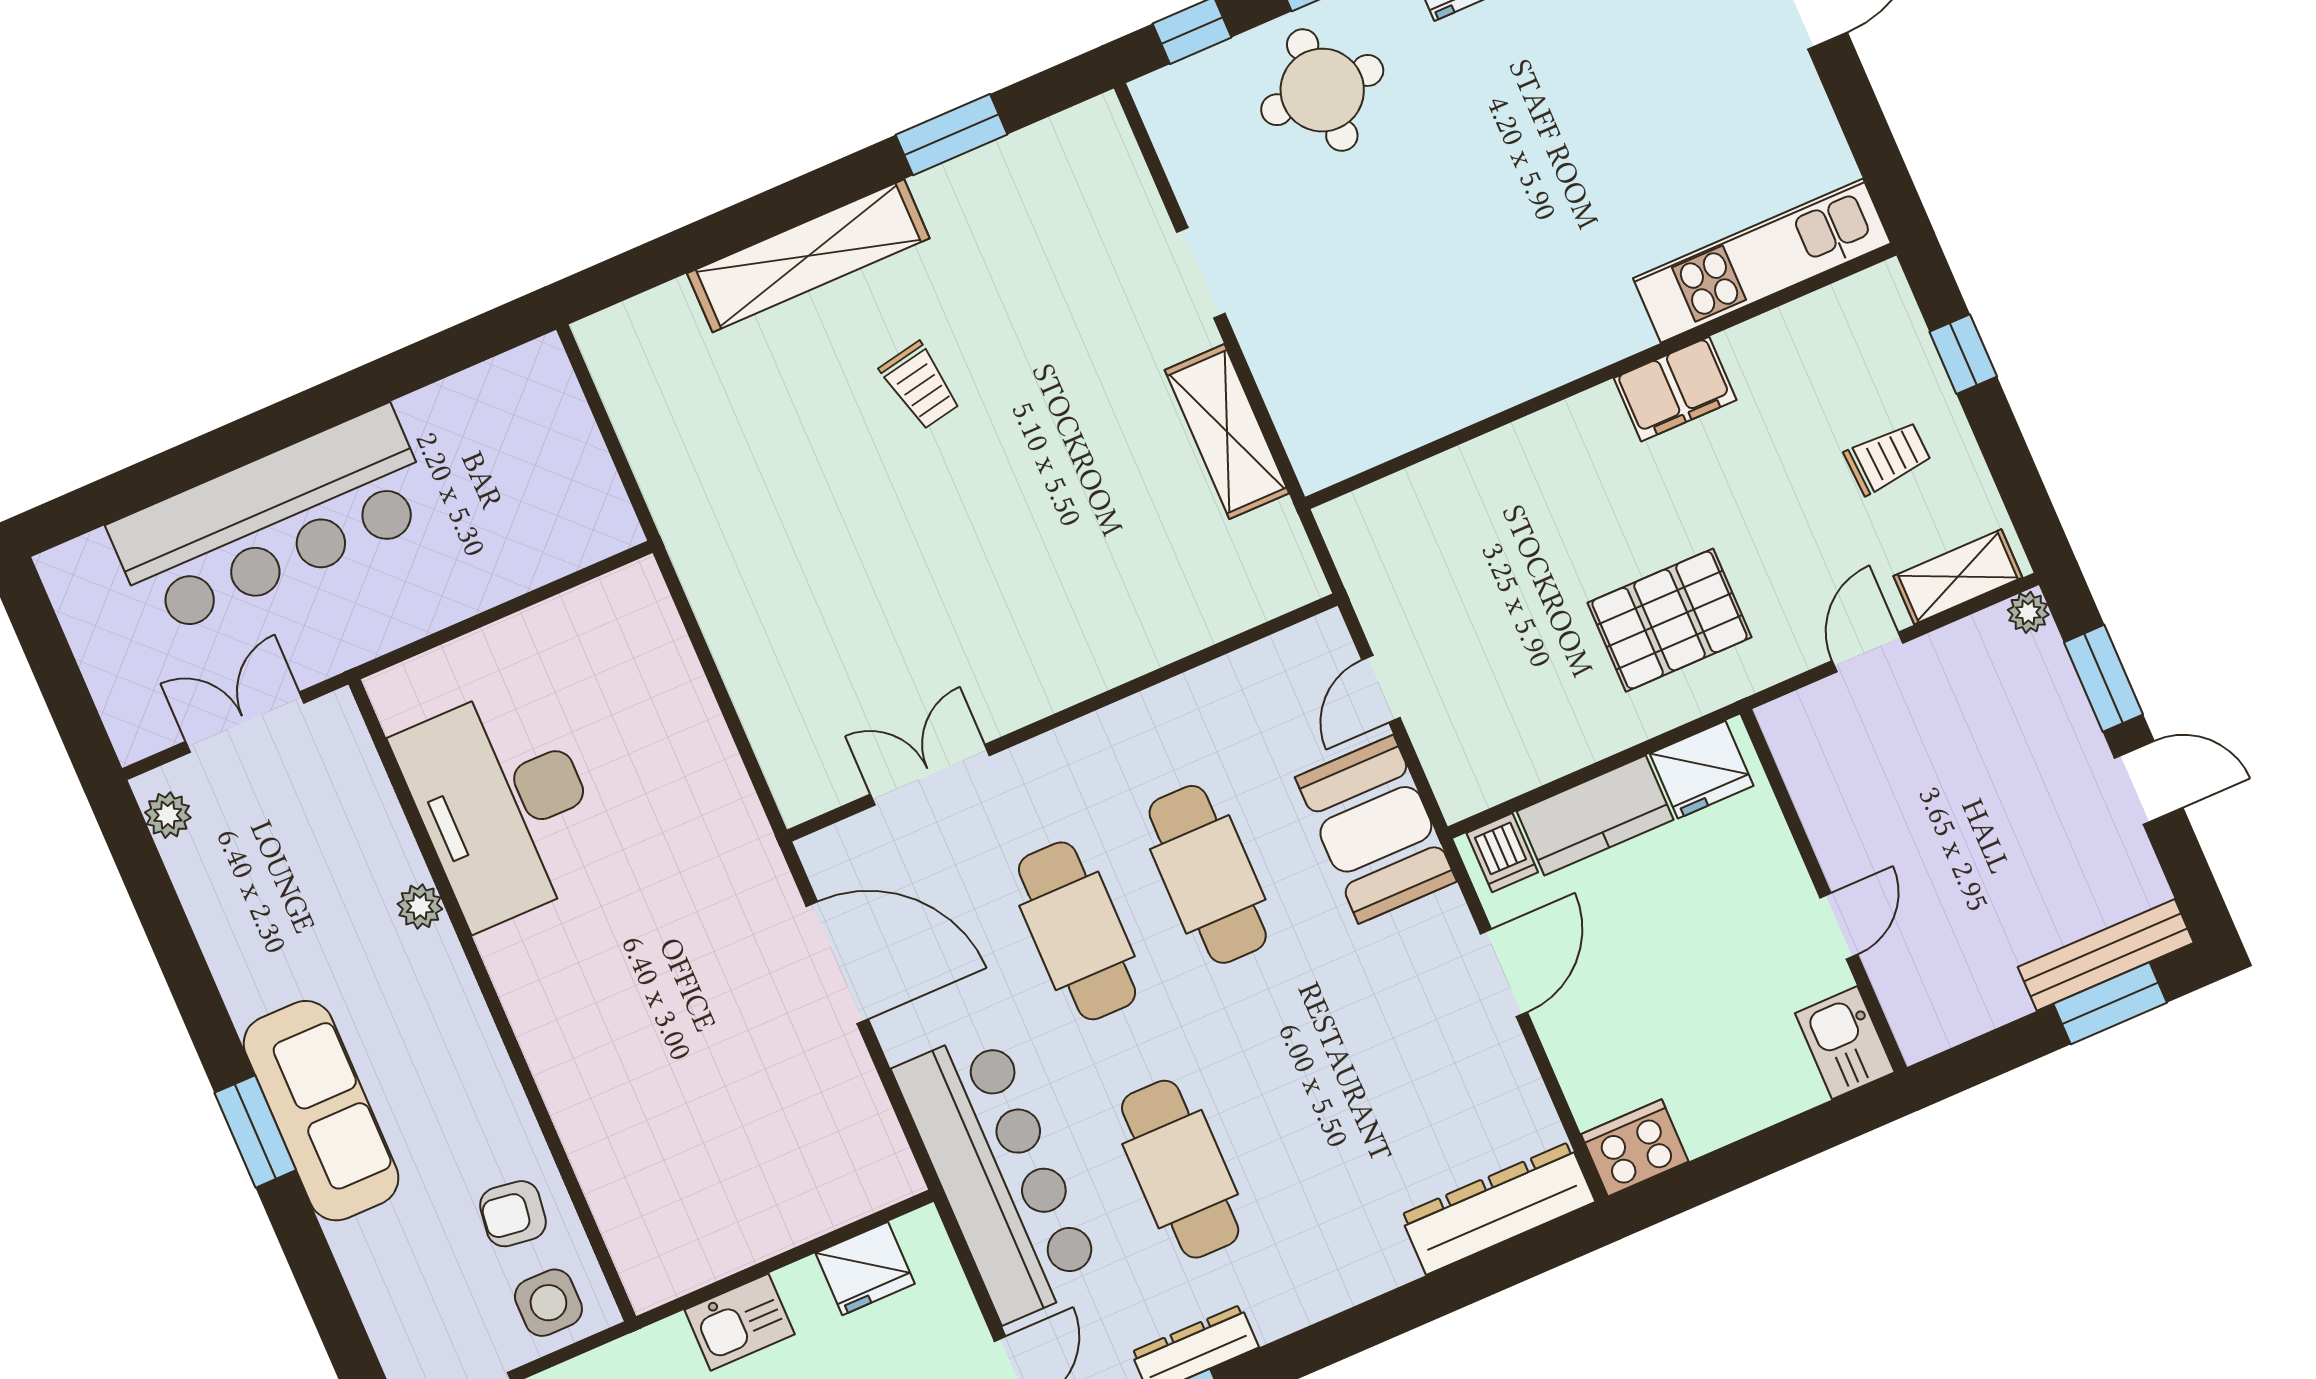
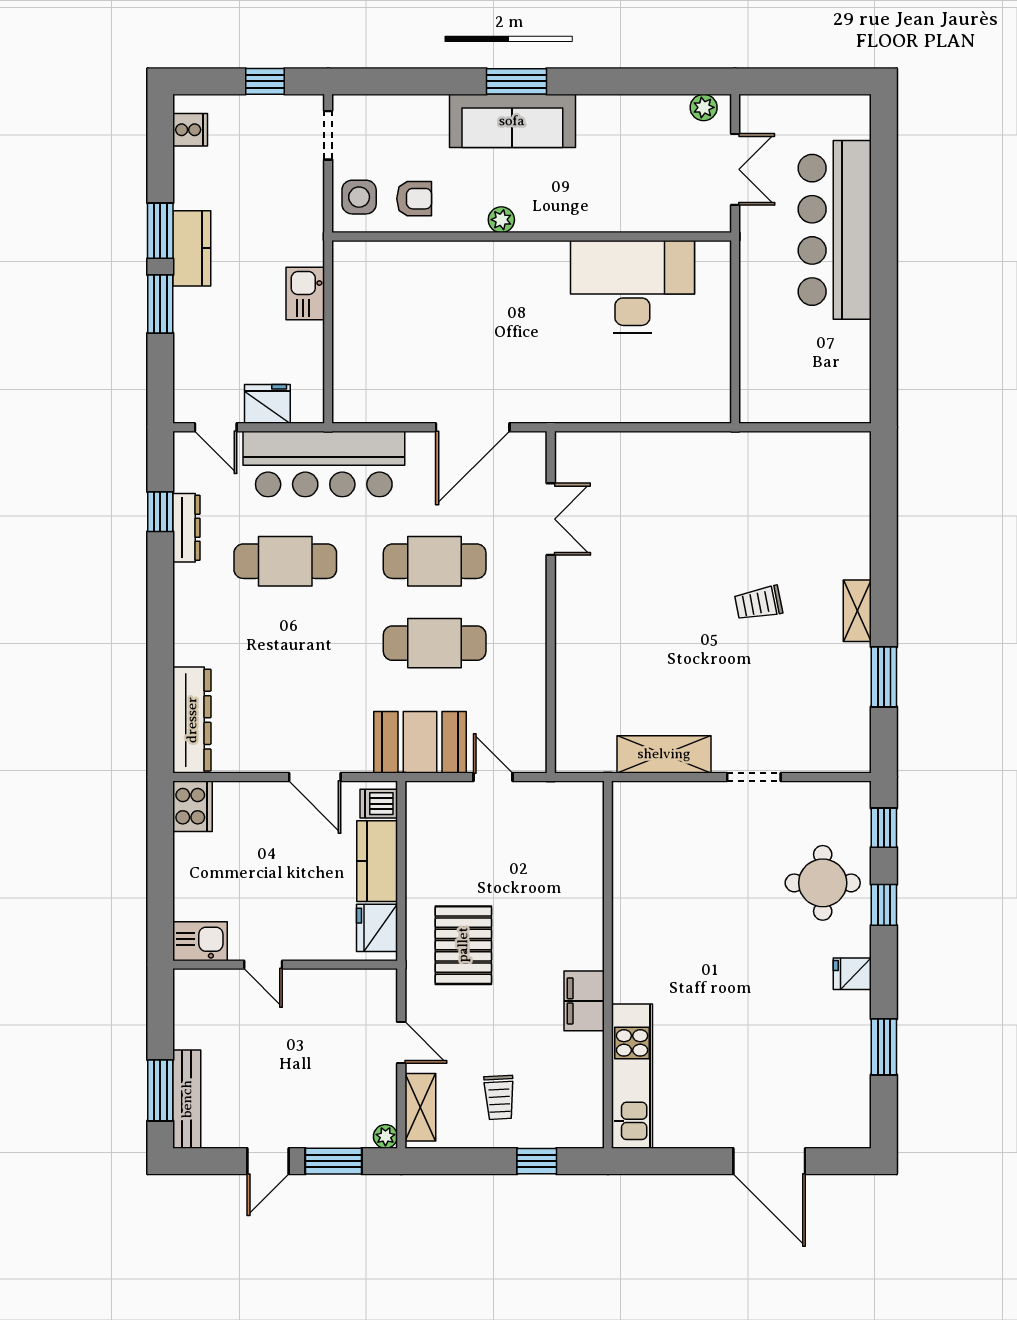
shelving: (808, 256) -> (857, 611), width x0.45, depth x0.75
plant: (420, 906) -> (501, 220), moved
armchair: (513, 1214) -> (414, 199), turned 82
fridge: (865, 1268) -> (267, 404), moved, turned 90

